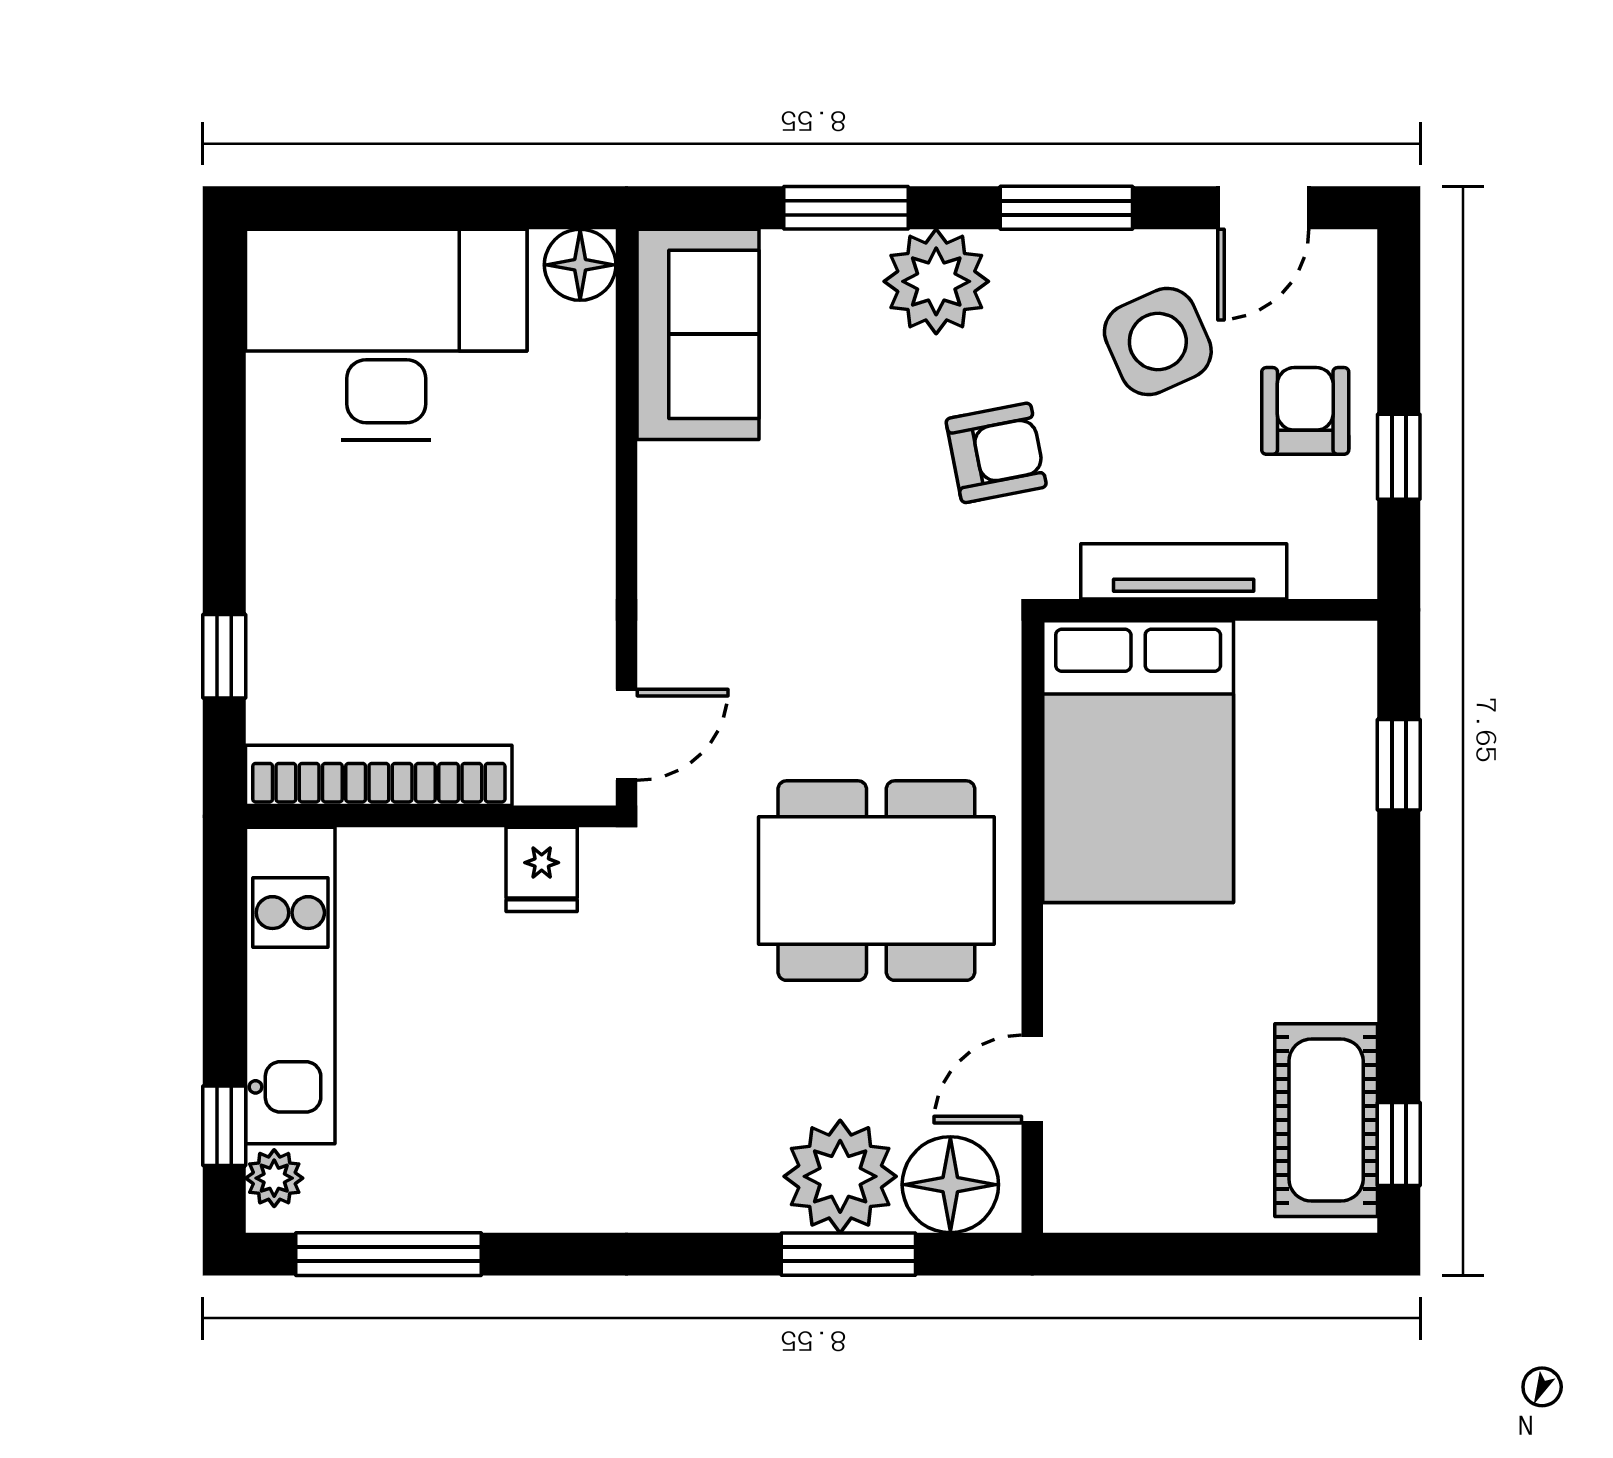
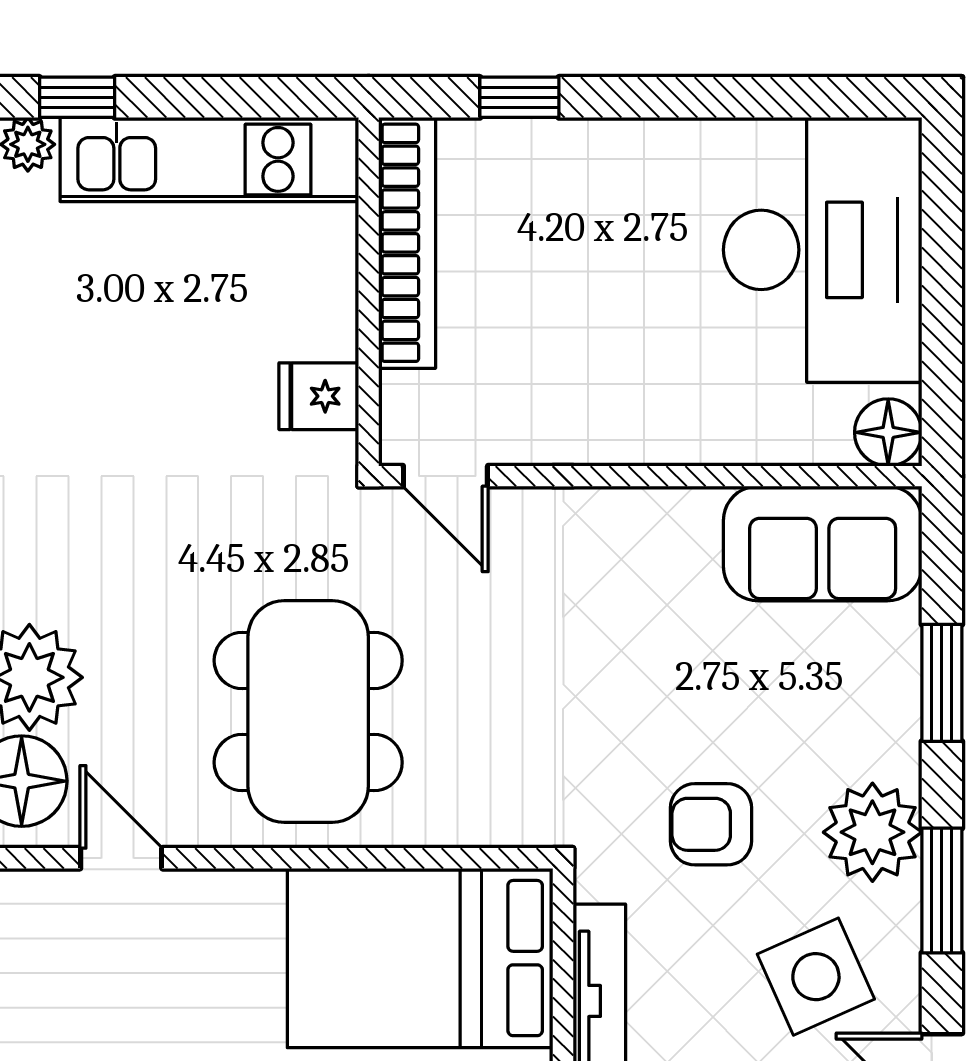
plant: (936, 281) -> (872, 832), moved
armchair: (996, 453) -> (711, 824), turned 101

